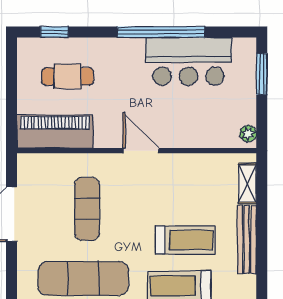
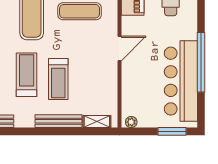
bar counter: (188, 61) -> (181, 81), width x1.36

